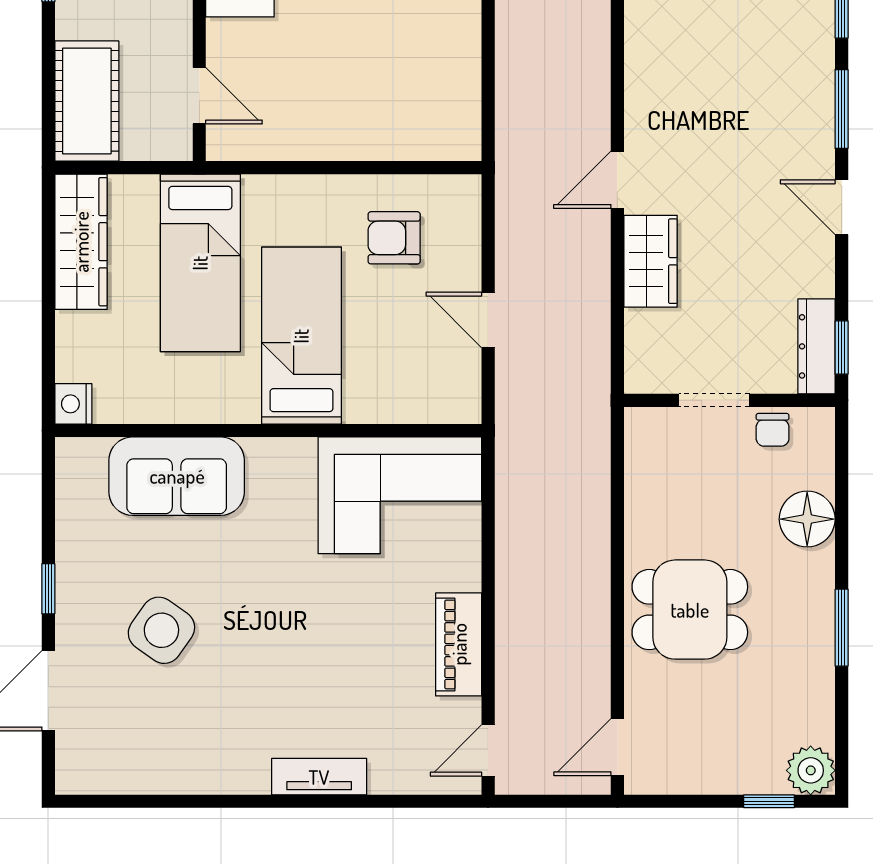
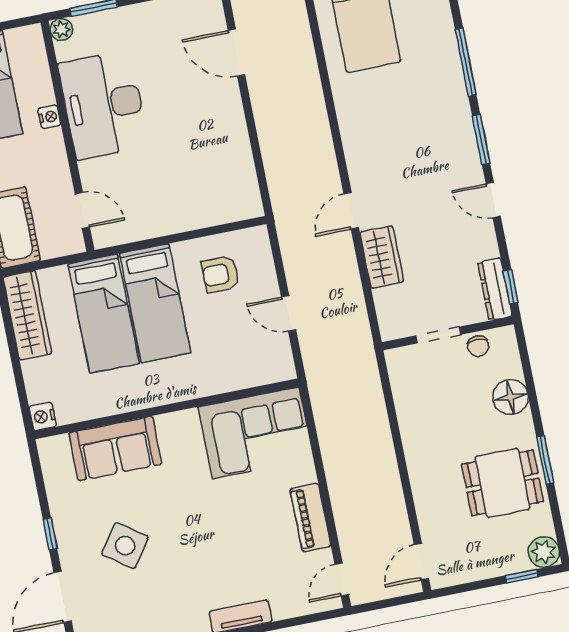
bed: (301, 336) -> (155, 303), moved, turned 180
dining table: (690, 610) -> (502, 483), moved

